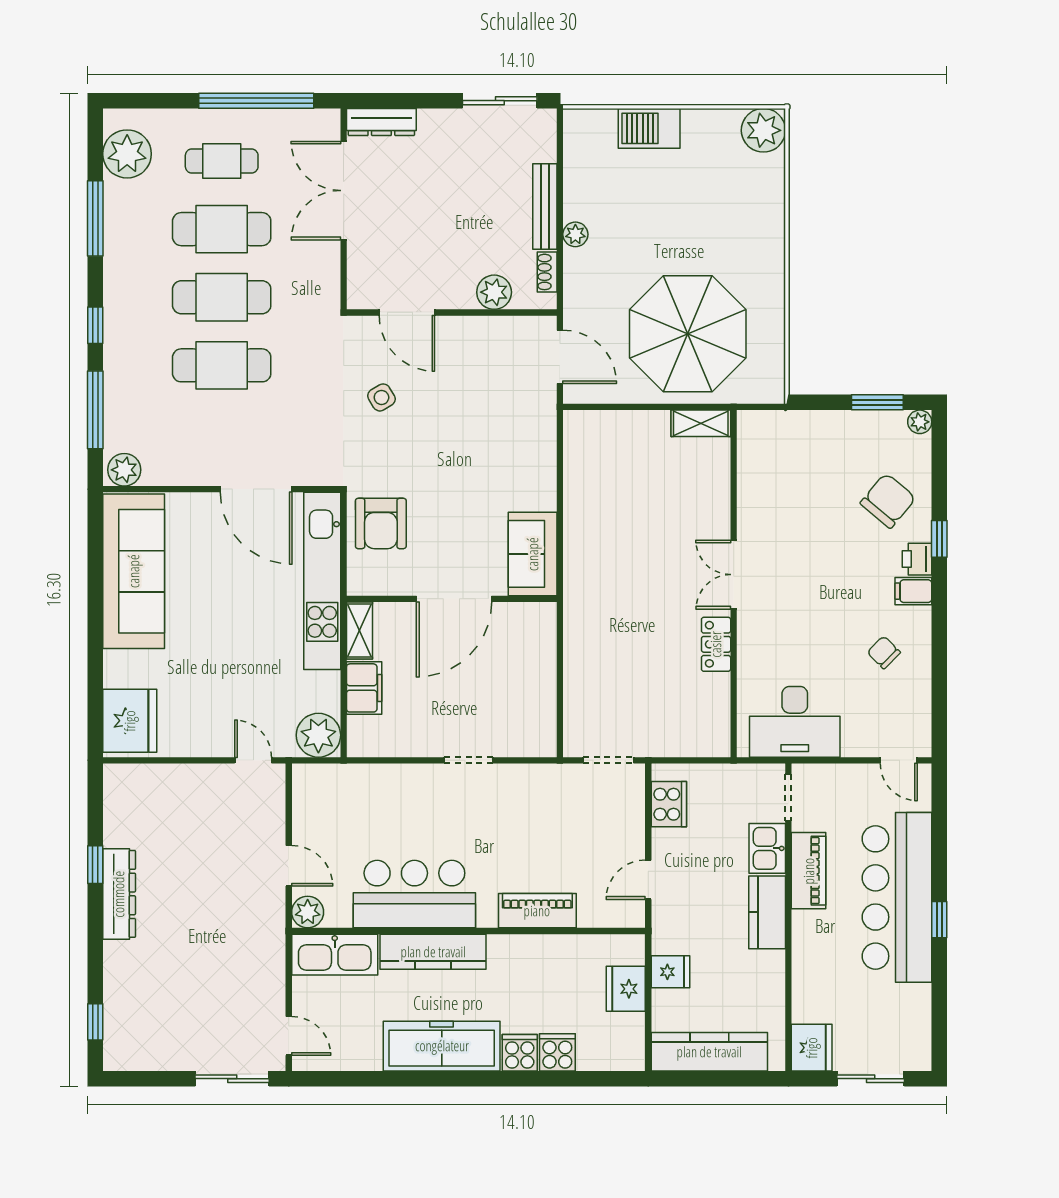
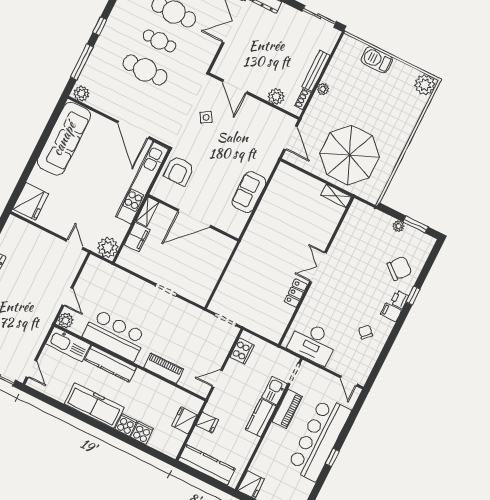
cafe table: (222, 297) -> (159, 41), width x0.73, depth x0.74
plant: (920, 422) -> (398, 226), moved
sofa: (533, 554) -> (249, 192), moved

